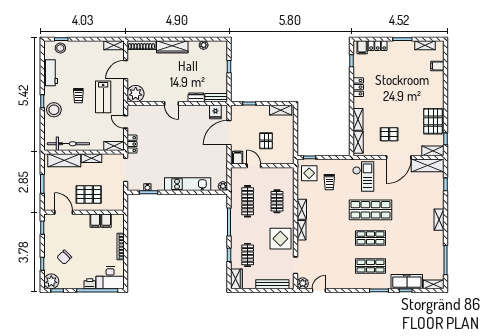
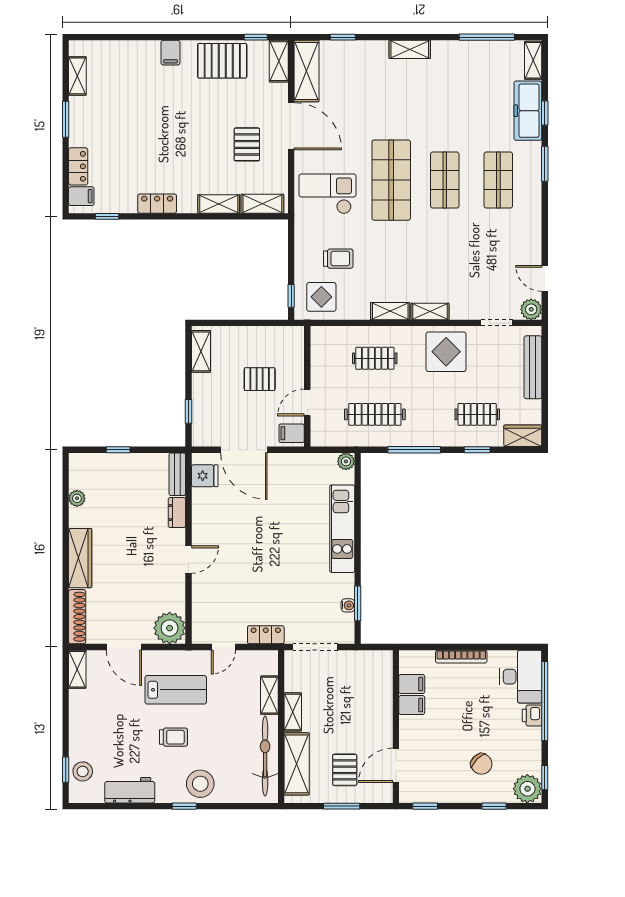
filing cabinet: (437, 66) -> (171, 53), moved
shelving: (114, 146) -> (269, 695), moved
pallet: (89, 194) -> (345, 770), moved, width x0.67, depth x0.71

